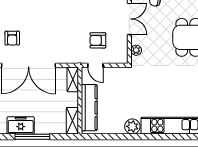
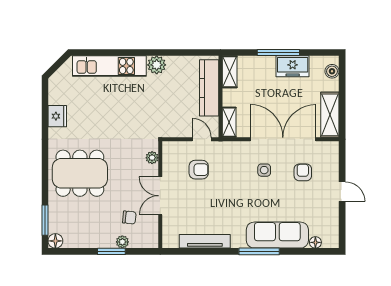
side table: (44, 40) -> (264, 170), added

